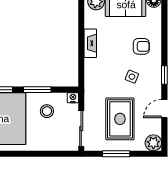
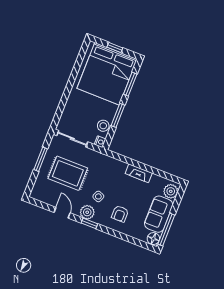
stool: (47, 111) -> (103, 126), moved
plant: (153, 143) -> (87, 212), moved

